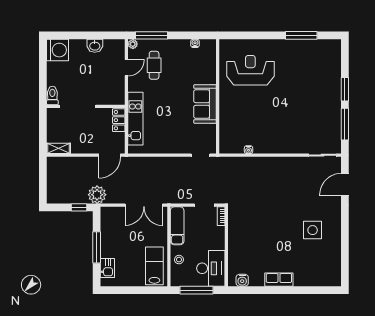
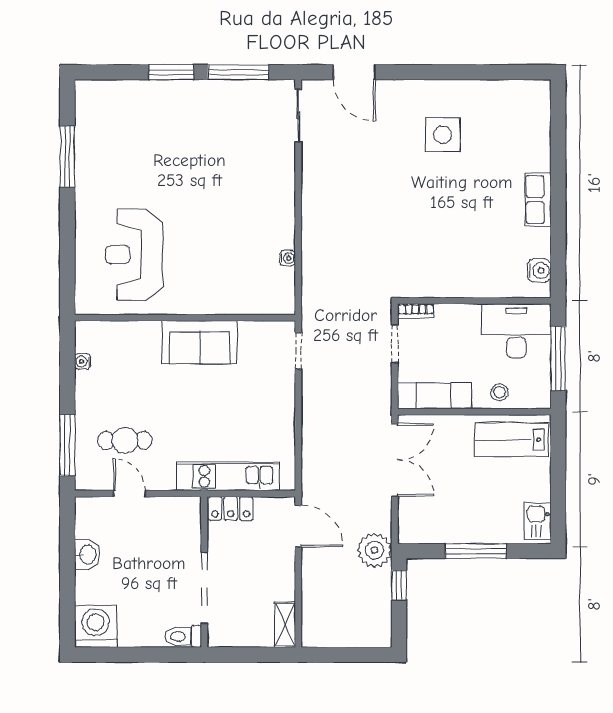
plant: (133, 44) -> (84, 481), removed
kitchen sink: (107, 268) -> (537, 521), moved, turned -90

